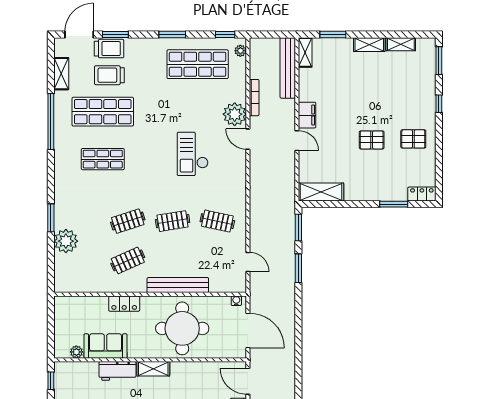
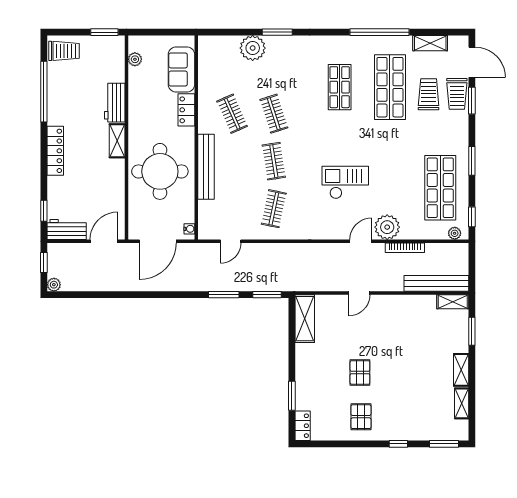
filing cabinet: (307, 115) -> (386, 304), removed
sofa: (105, 346) -> (181, 70), moved, turned 180
window: (51, 381) -> (104, 32), width x1.50

